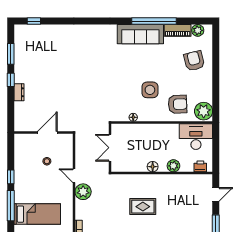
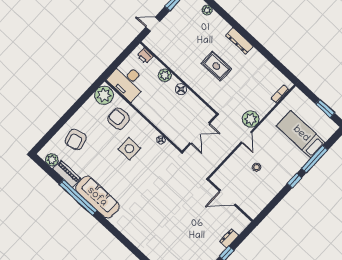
wall: (44, 133) -> (230, 200), moved
door: (47, 133) -> (227, 198), moved

